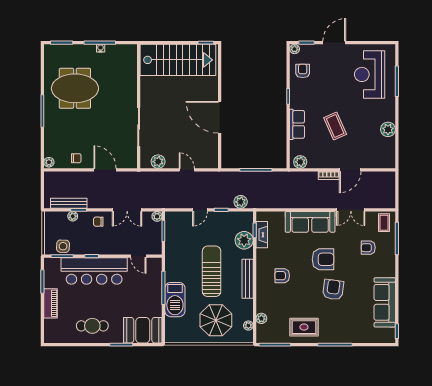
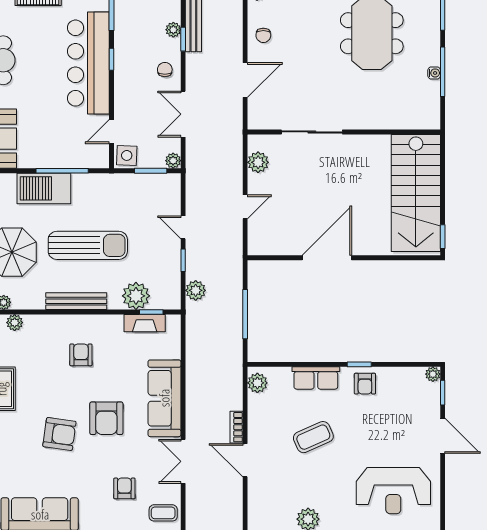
armchair: (303, 71) -> (365, 384), moved, turned 90
reception desk: (370, 74) -> (393, 491), turned 180
side table: (63, 246) -> (127, 155), moved

